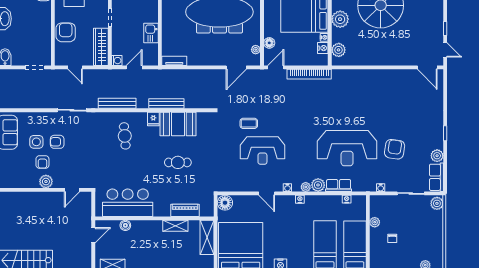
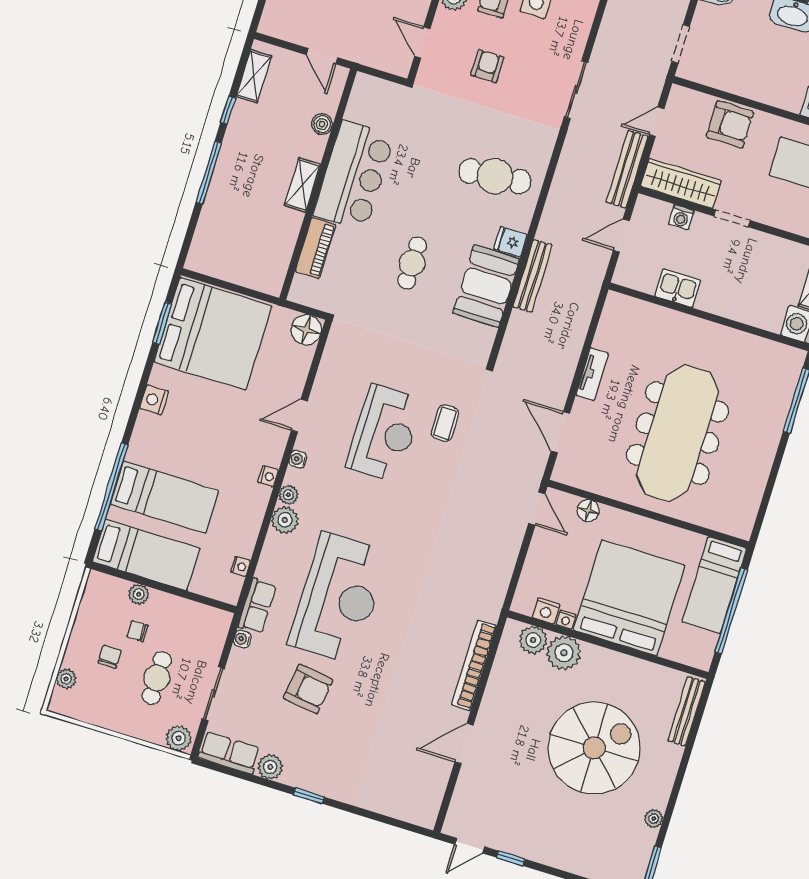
plant: (340, 19) -> (564, 653), moved
plant: (256, 50) -> (583, 480), removed
washing machine: (117, 61) -> (681, 217), moved
tv unit: (174, 61) -> (592, 374), moved
door: (134, 67) -> (621, 236), swing flipped
door: (427, 67) -> (464, 744), moved
bookcase: (309, 74) -> (474, 665), moved
bench: (117, 103) -> (627, 169), moved
cafe table: (125, 136) -> (495, 176), width x1.37, depth x1.35
armchair: (57, 142) -> (487, 66), moved
reception desk: (347, 148) -> (339, 598), turned 180
reception desk: (262, 151) -> (384, 433), turned 180
row of seats: (339, 186) -> (257, 606), moved
bar counter: (128, 203) -> (354, 176), moved
plant: (375, 222) -> (139, 594), moved
cafe table: (412, 222) -> (157, 678), added
shelving: (175, 226) -> (302, 185), moved
shelving: (207, 237) -> (250, 274), removed
chair: (408, 248) -> (110, 657), added

